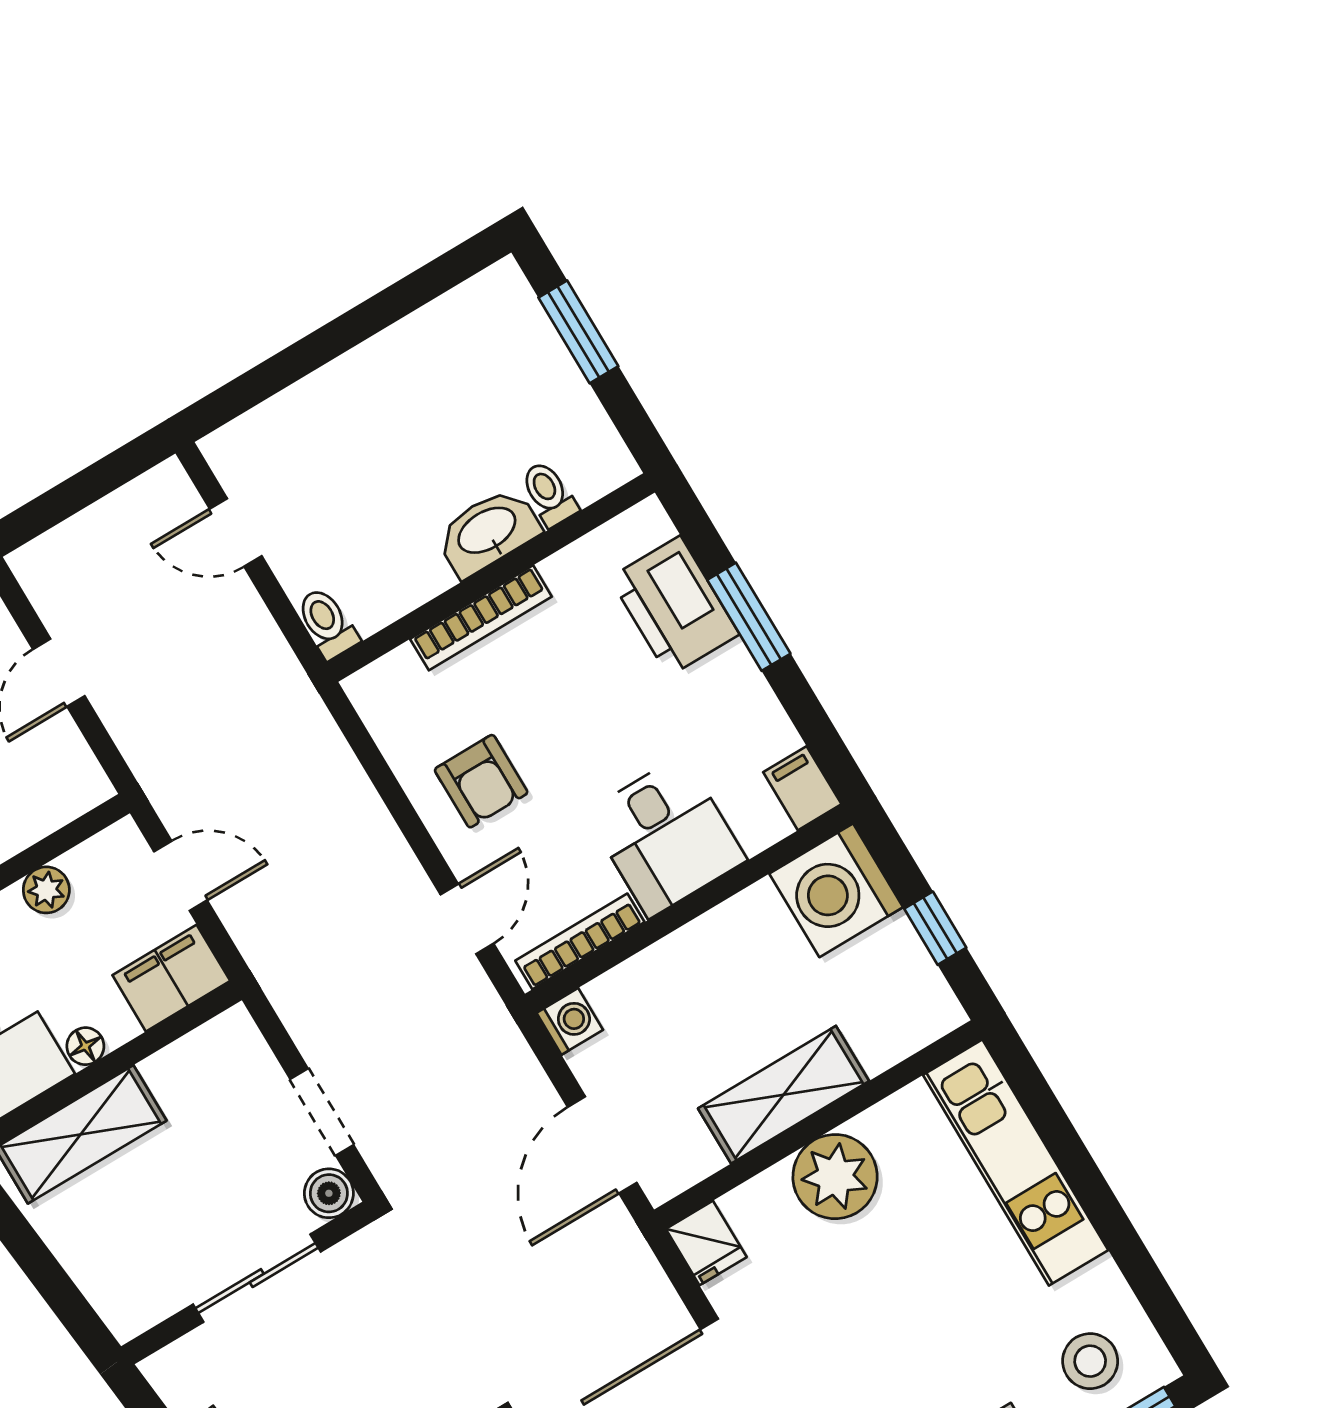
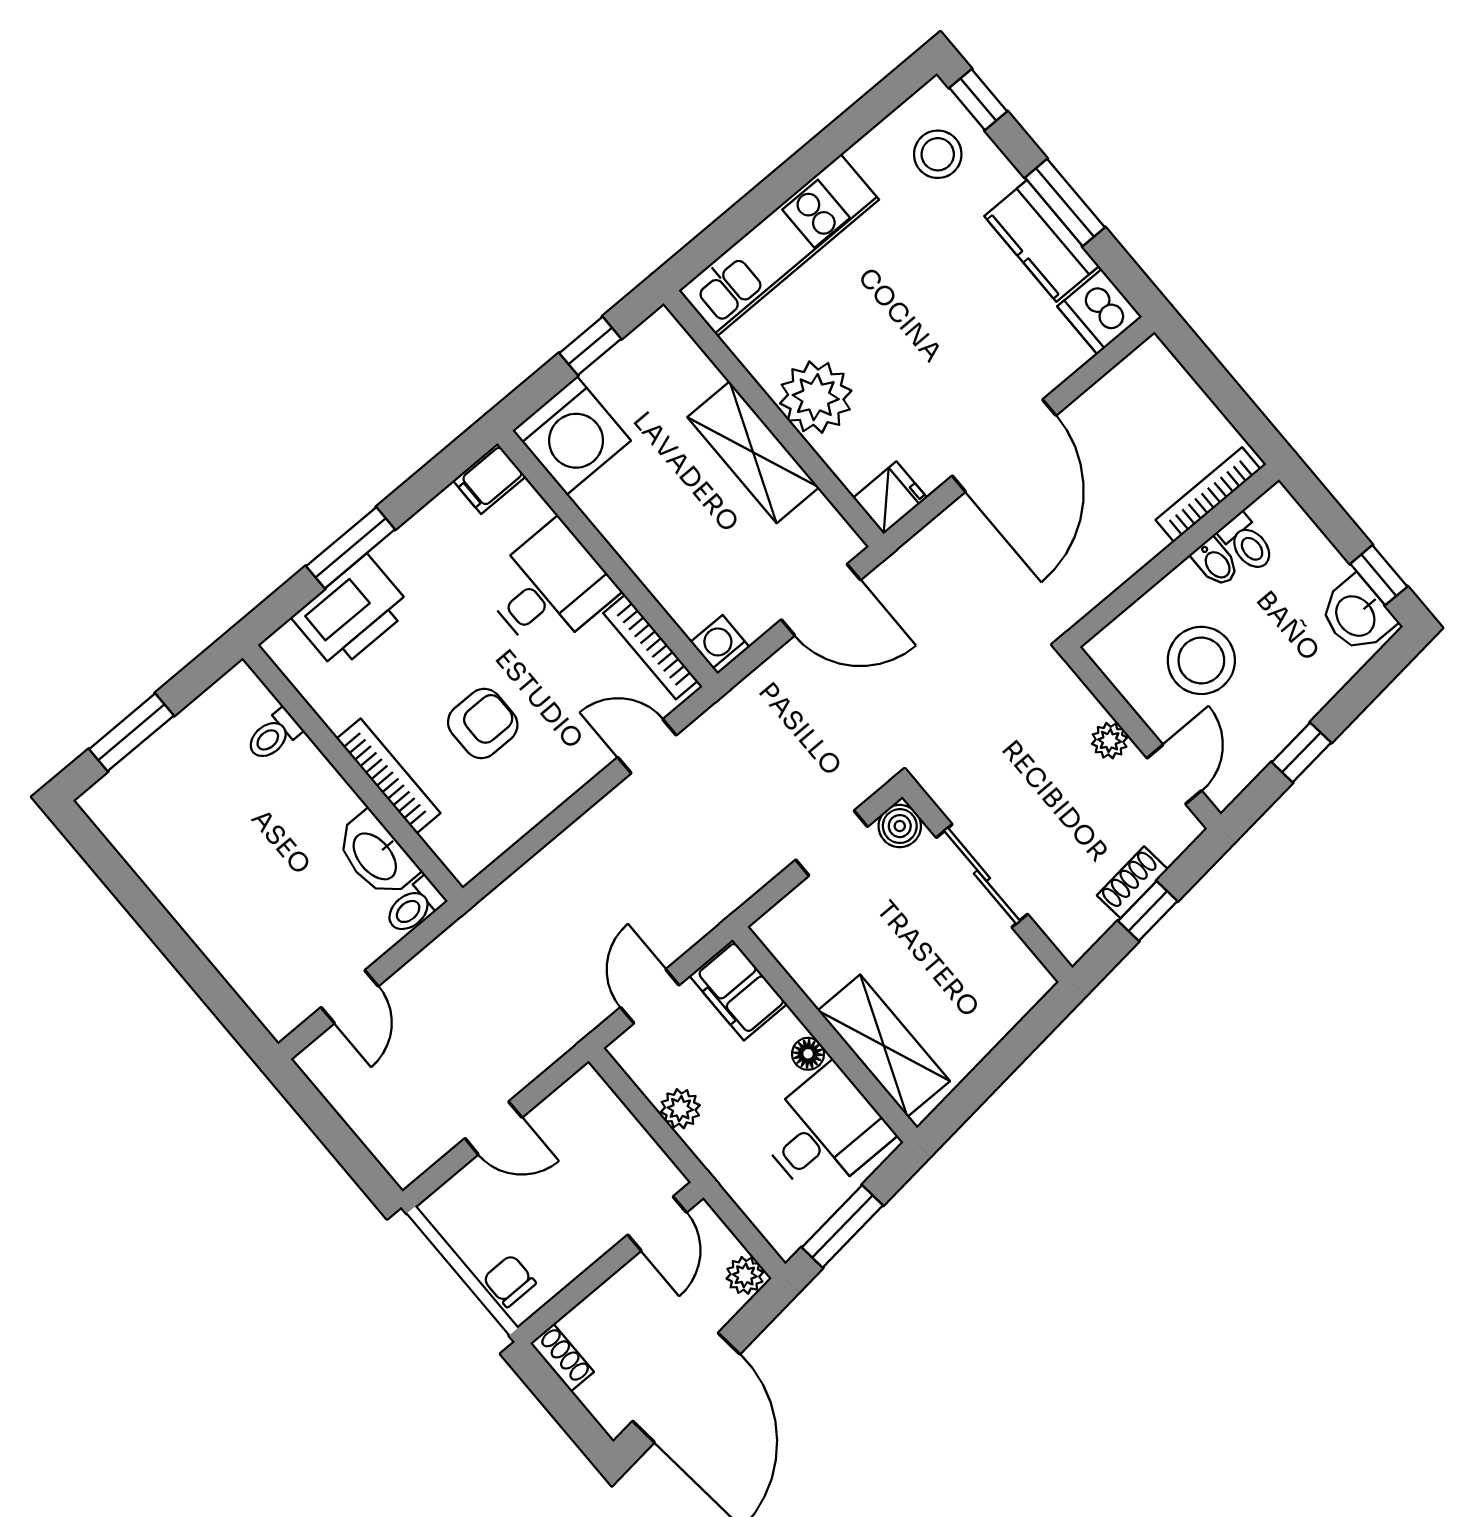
washbasin: (488, 532) -> (376, 855), moved
armchair: (481, 781) -> (483, 724), moved

